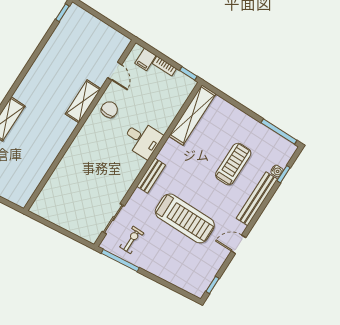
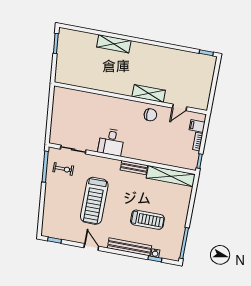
desk: (142, 139) -> (111, 142), moved
bench: (151, 176) -> (134, 168), moved

